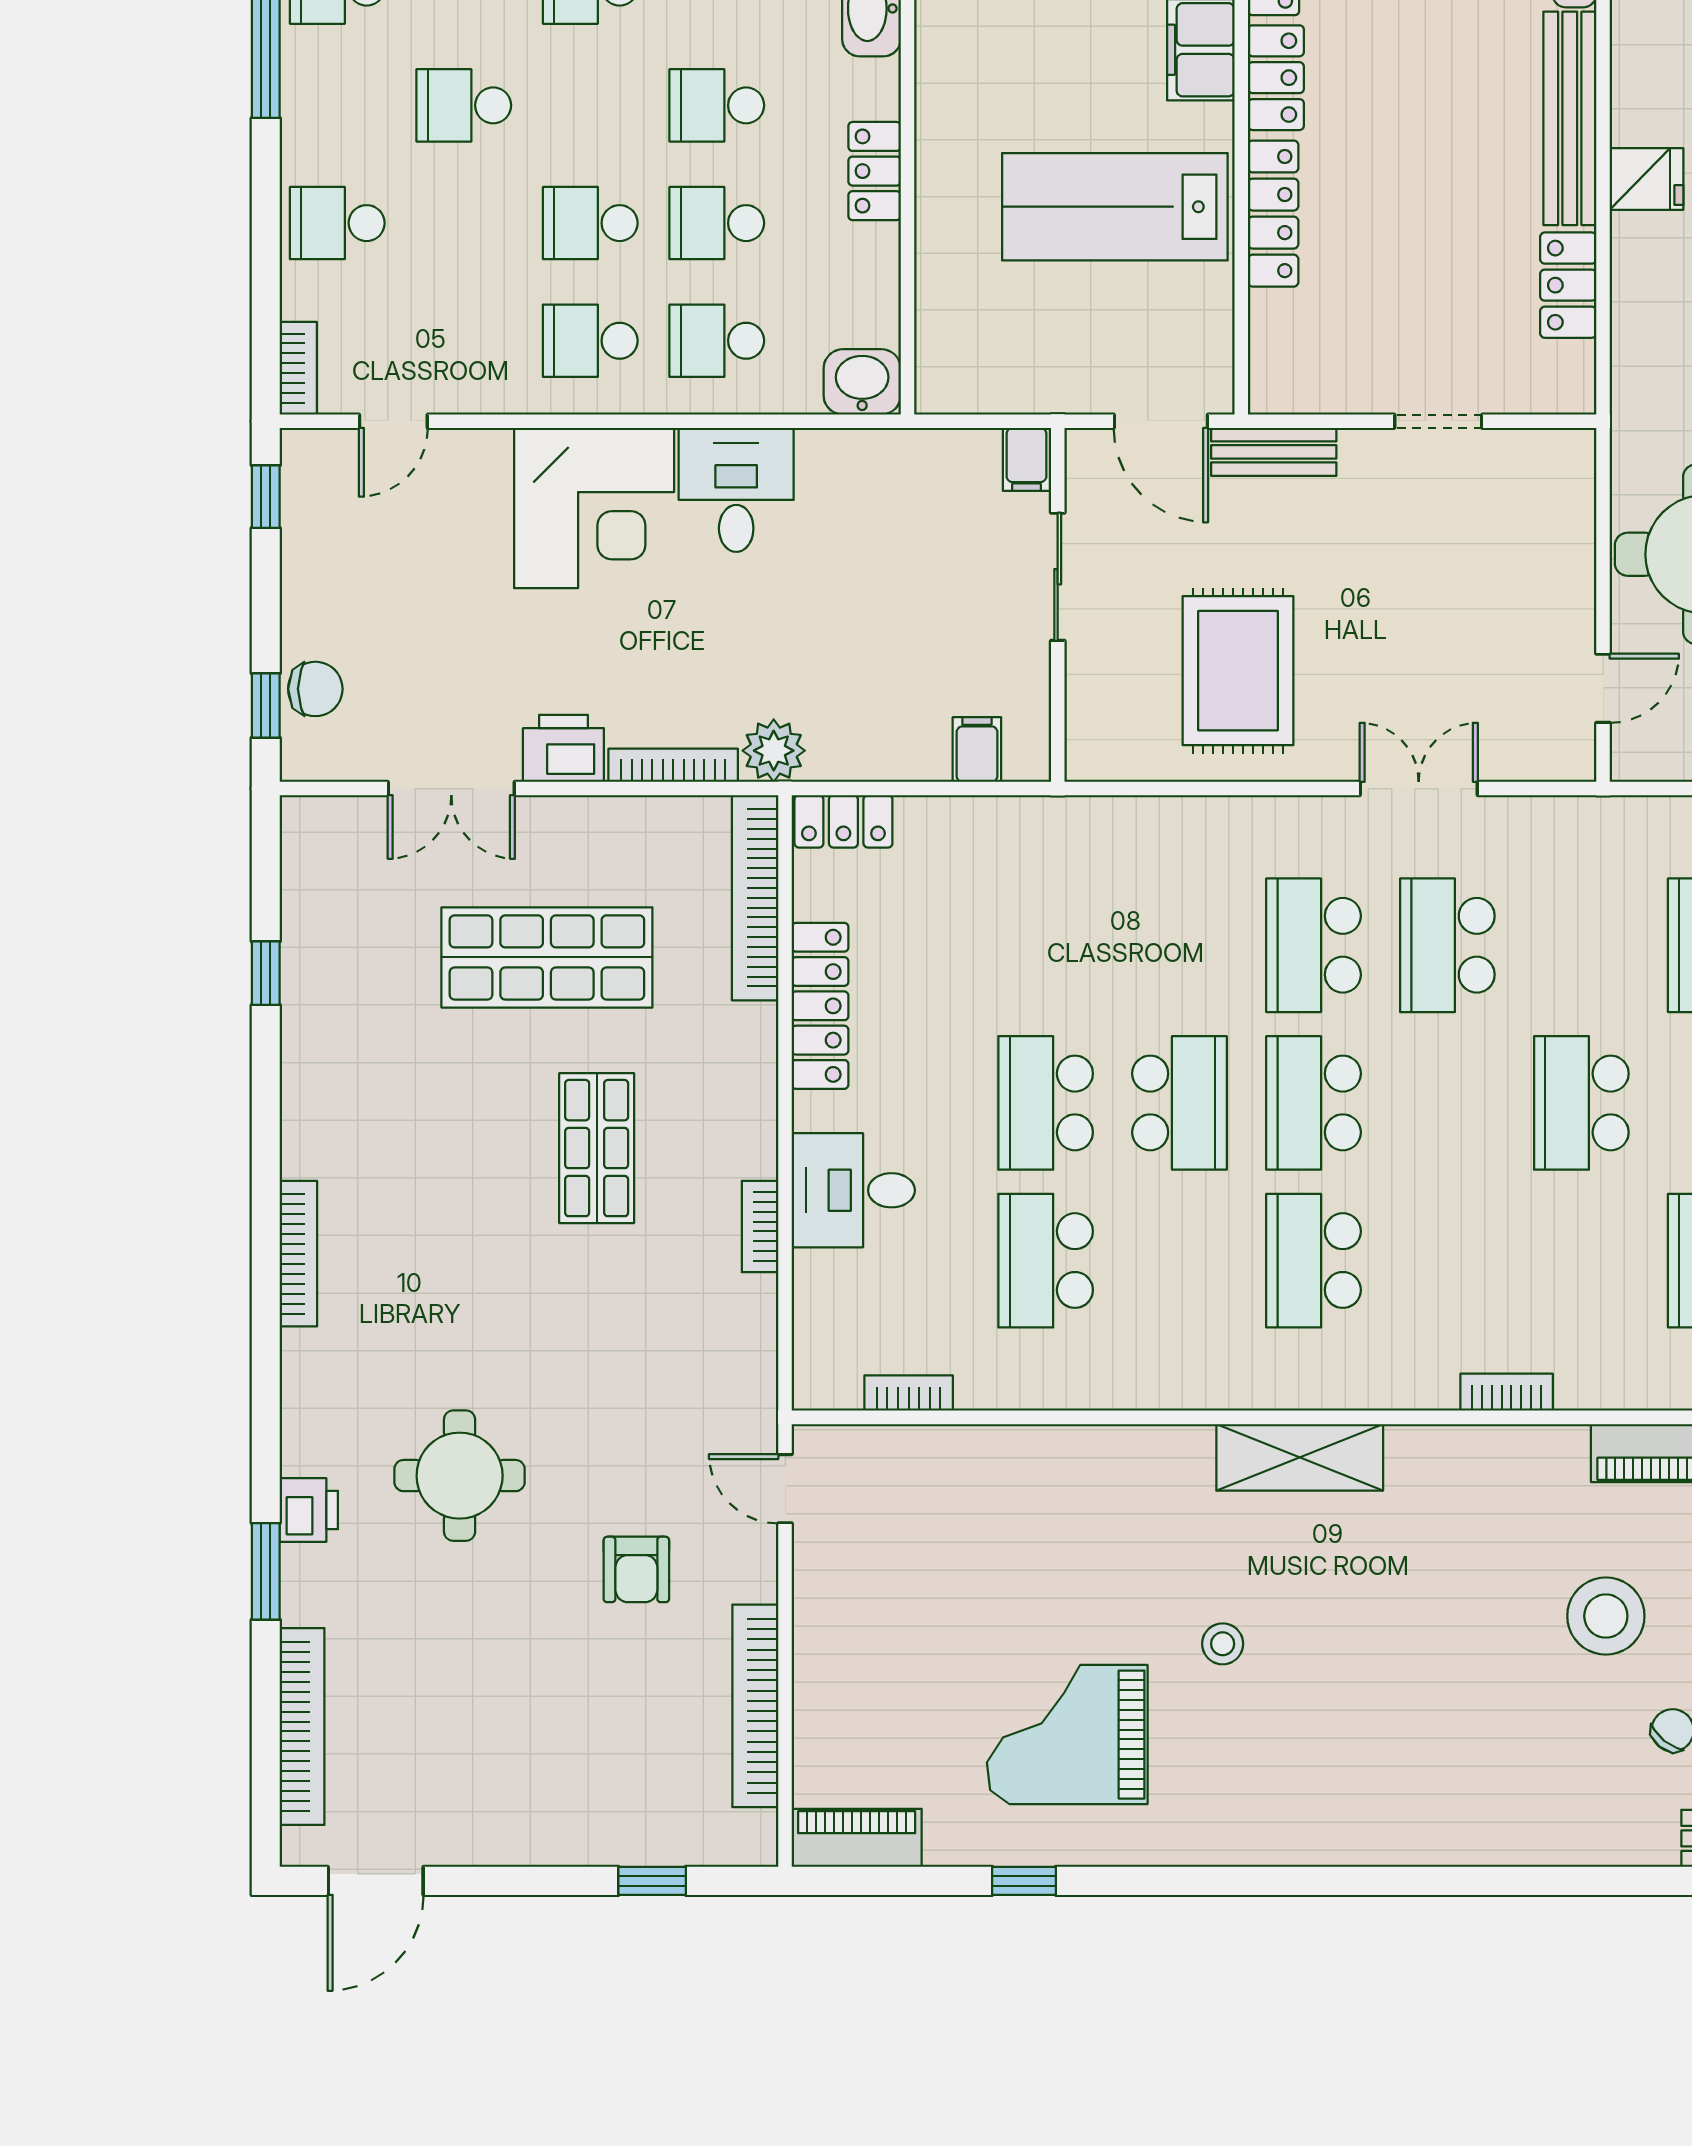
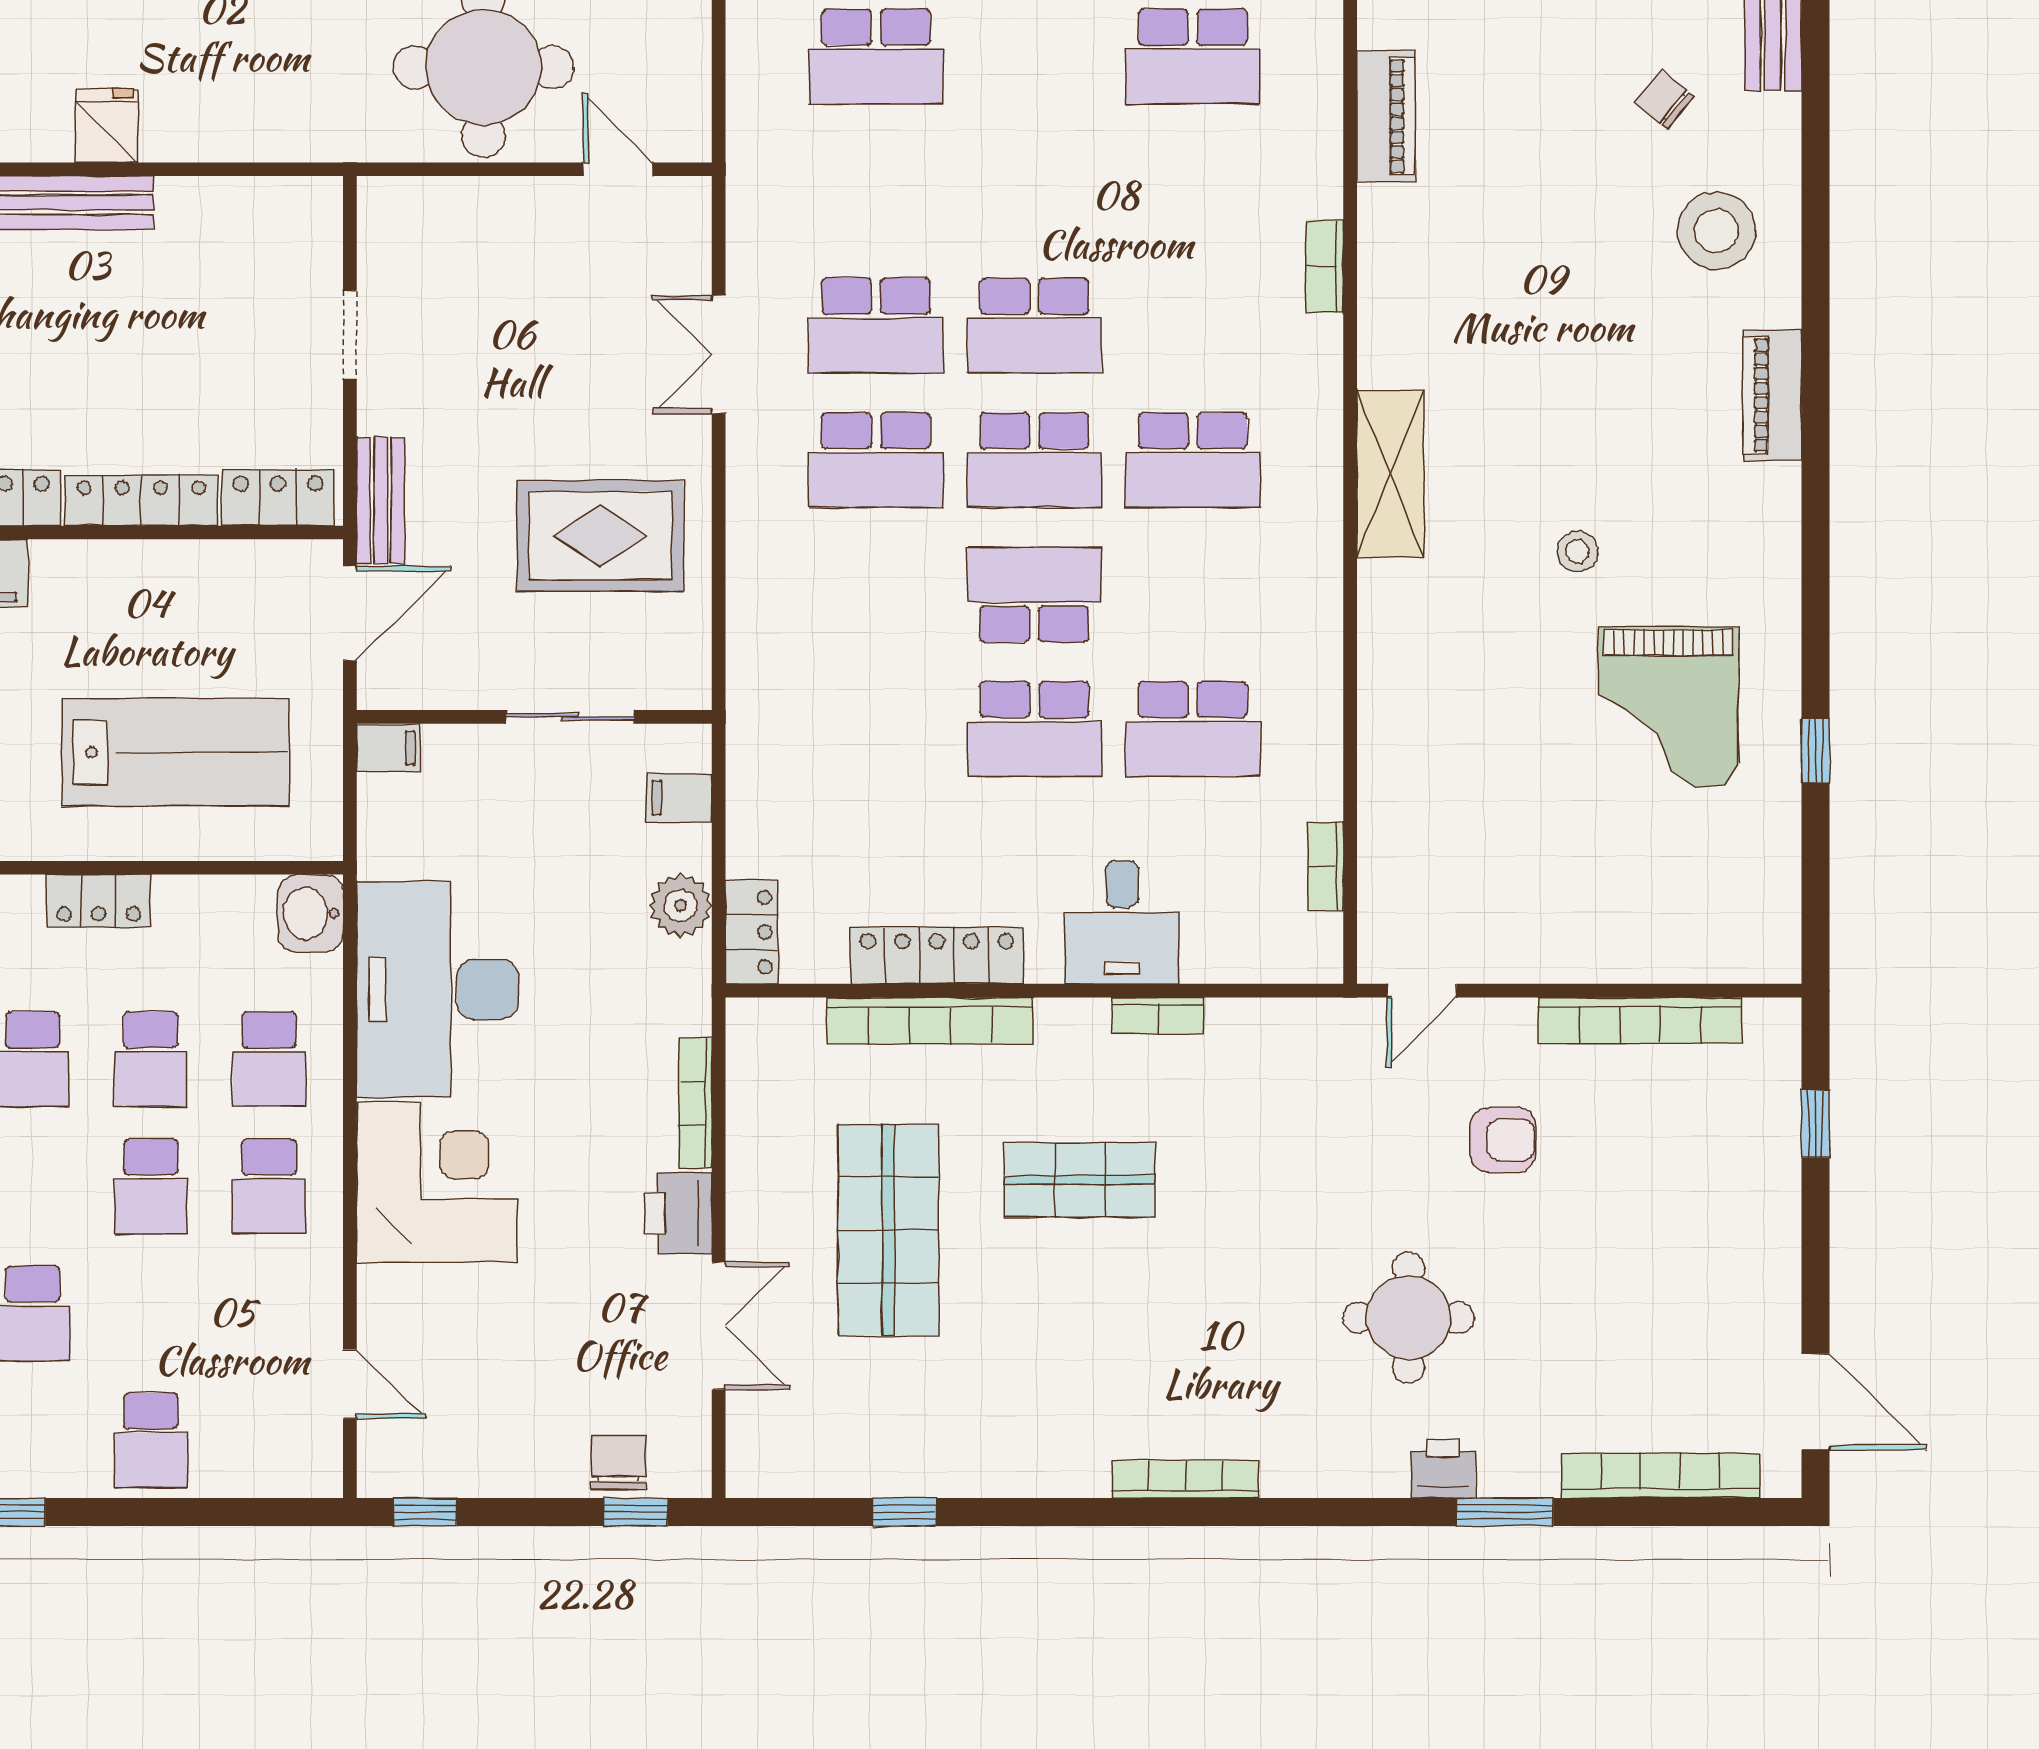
lab bench: (1115, 207) -> (175, 752), moved, turned -90
locker: (1568, 285) -> (278, 498), moved, turned 180
bookcase: (298, 368) -> (297, 1479), removed
desk: (736, 490) -> (438, 989), width x1.87, depth x1.30
sliding door: (1058, 577) -> (570, 717), moved
plant: (774, 751) -> (681, 905), moved
bookcase: (755, 898) -> (930, 1021), moved
school desk: (1581, 1103) -> (1034, 326), moved
stool: (1606, 1616) -> (1716, 231), moved
piano: (857, 1838) -> (1772, 395), moved

